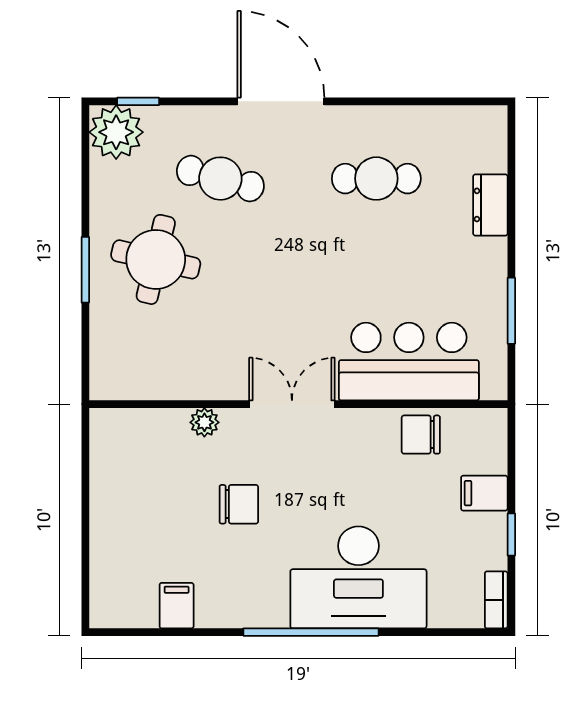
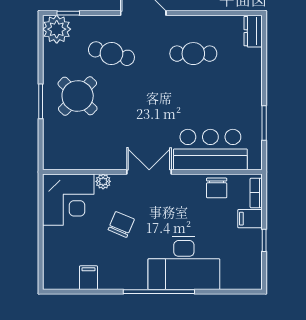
dresser: (490, 205) -> (253, 31), moved
round table: (156, 259) -> (78, 96), turned 31
chair: (421, 435) -> (217, 188), turned -90
corner desk: (138, 457) -> (68, 200), added
chair: (239, 504) -> (121, 224), turned -67
bookcase: (496, 600) -> (256, 193), moved

